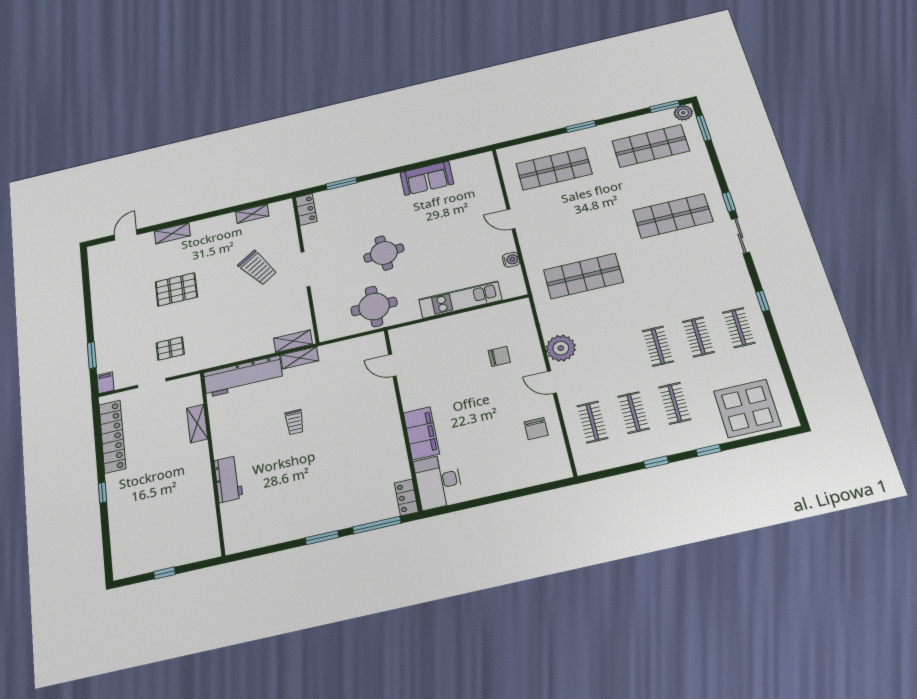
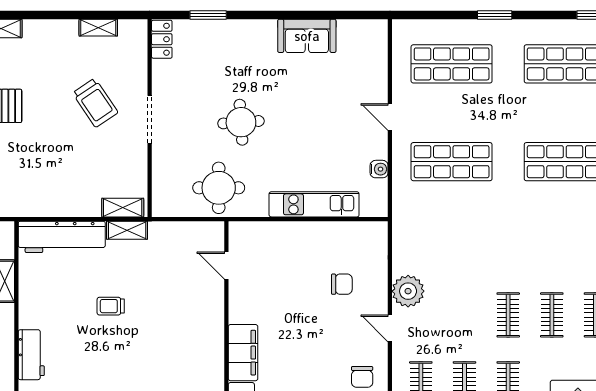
shop shelf: (583, 276) -> (452, 162), moved
trolley: (294, 422) -> (111, 306), turned 90

